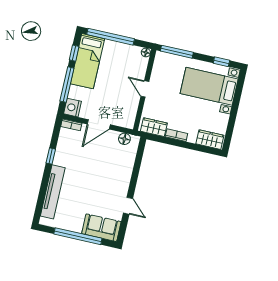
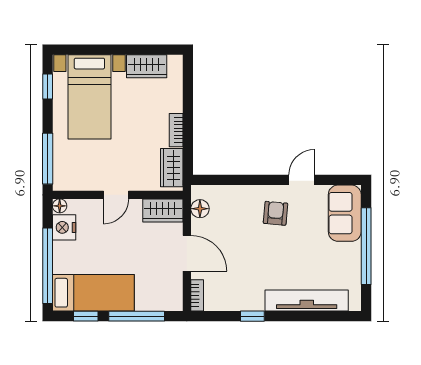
nightstand: (72, 108) -> (64, 227), moved, turned 90
wardrobe: (129, 116) -> (163, 210), added
wardrobe: (210, 140) -> (147, 66), moved, turned -90
armchair: (111, 185) -> (276, 213), added

